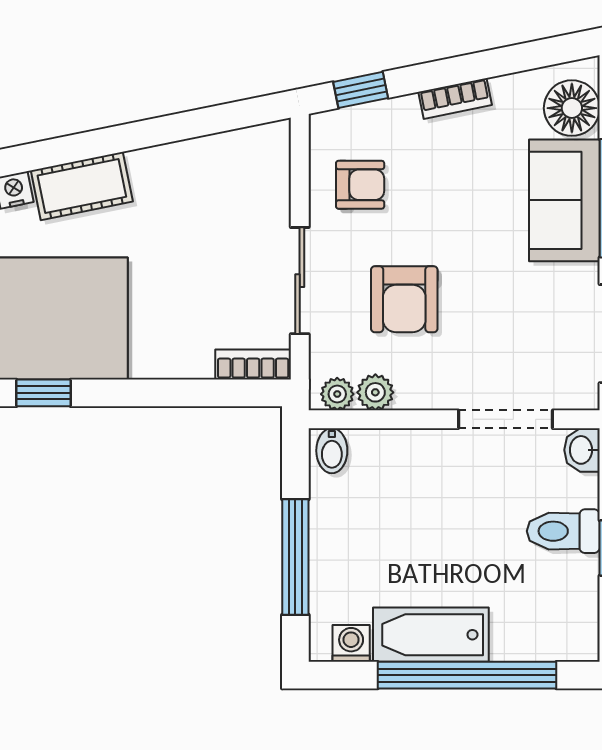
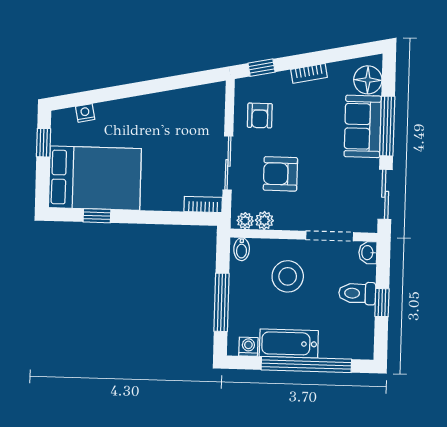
armchair: (360, 185) -> (260, 115), turned 90
cot: (82, 186) -> (119, 112), removed
armchair: (404, 299) -> (280, 174), turned 90
stool: (425, 502) -> (288, 276), added

